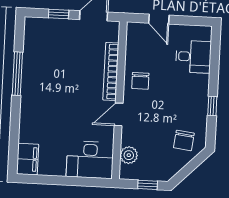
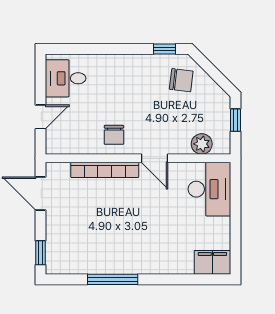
window: (59, 14) -> (40, 253), moved
desk: (193, 57) -> (66, 78), moved, turned -90
chair: (140, 81) -> (114, 135), turned 90
window: (212, 106) -> (165, 49), moved

